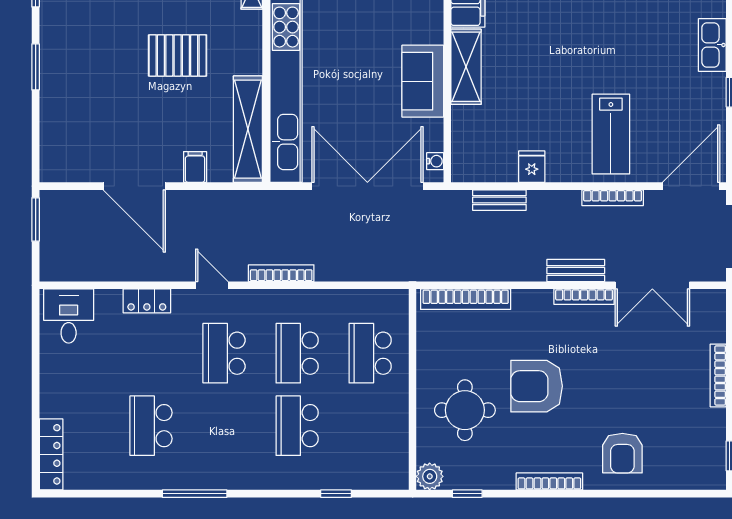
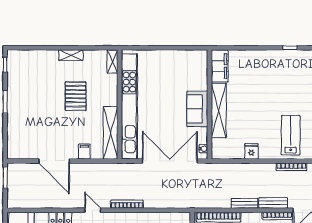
pallet: (178, 55) -> (76, 96), turned 90
shelving: (466, 67) -> (219, 110), width x1.47
lab bench: (611, 134) -> (291, 135), turned 180
bench: (499, 200) -> (245, 203), moved

